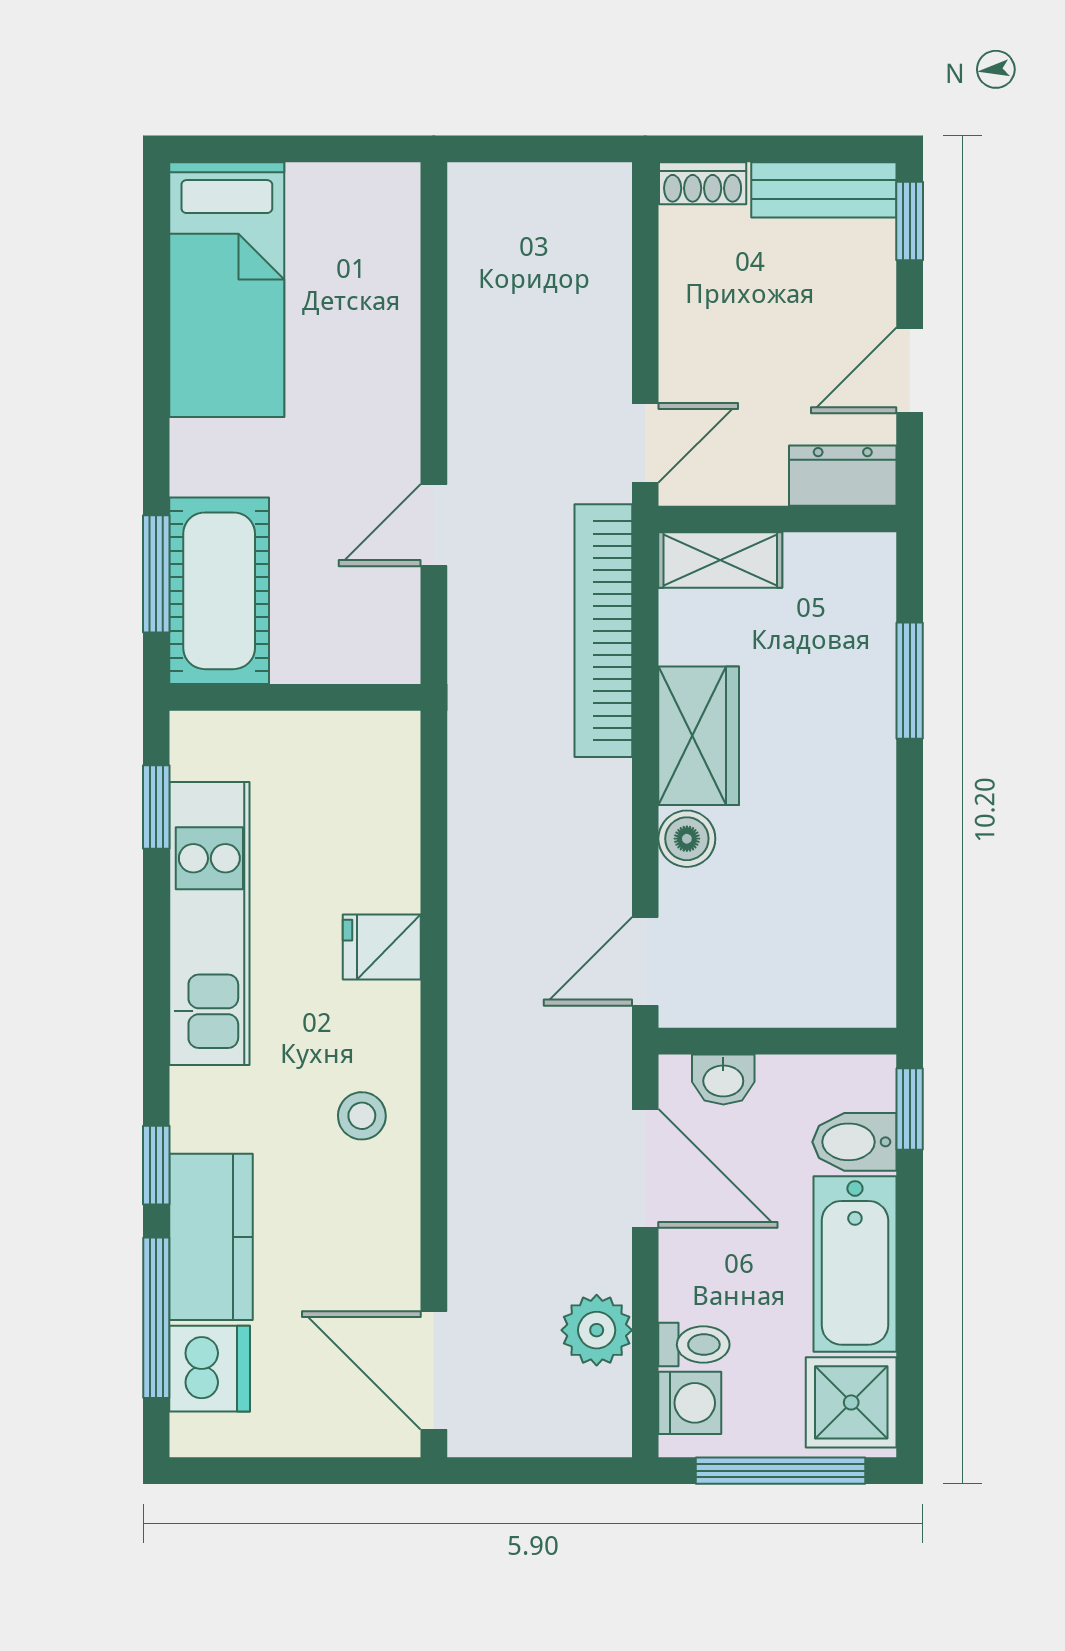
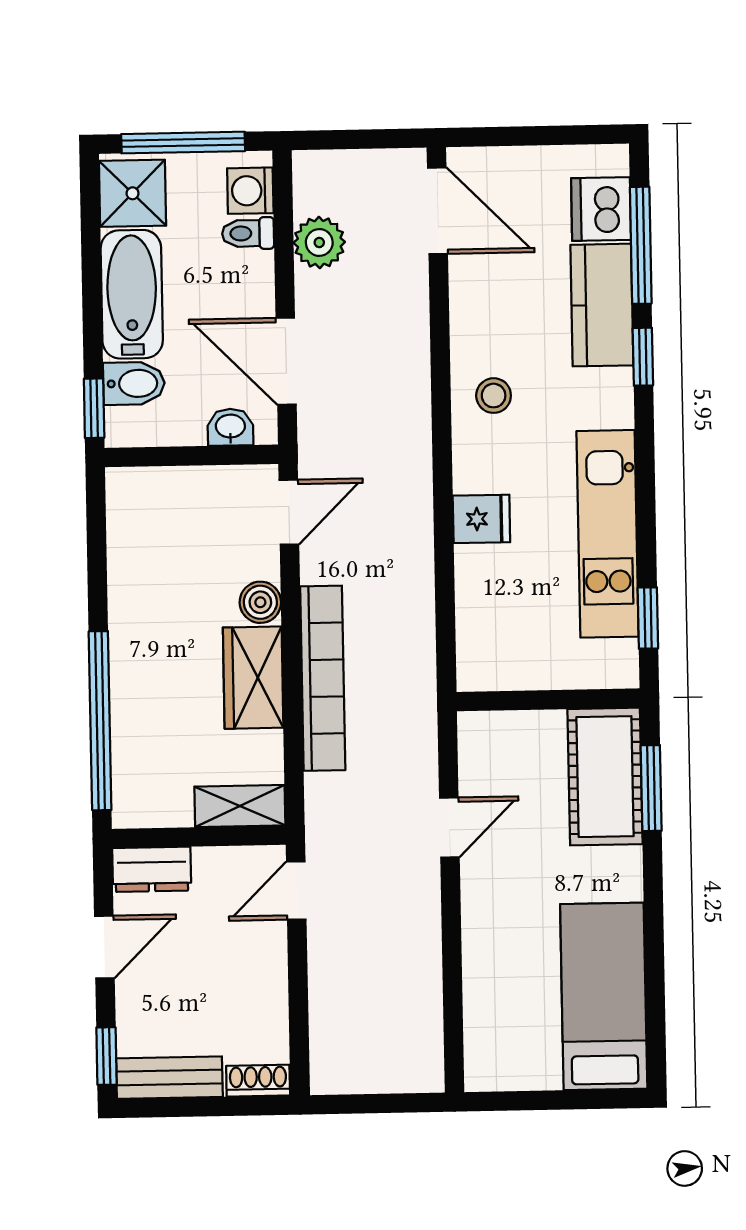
bookcase: (603, 631) -> (323, 678), moved
window: (910, 681) -> (100, 721), width x2.11

